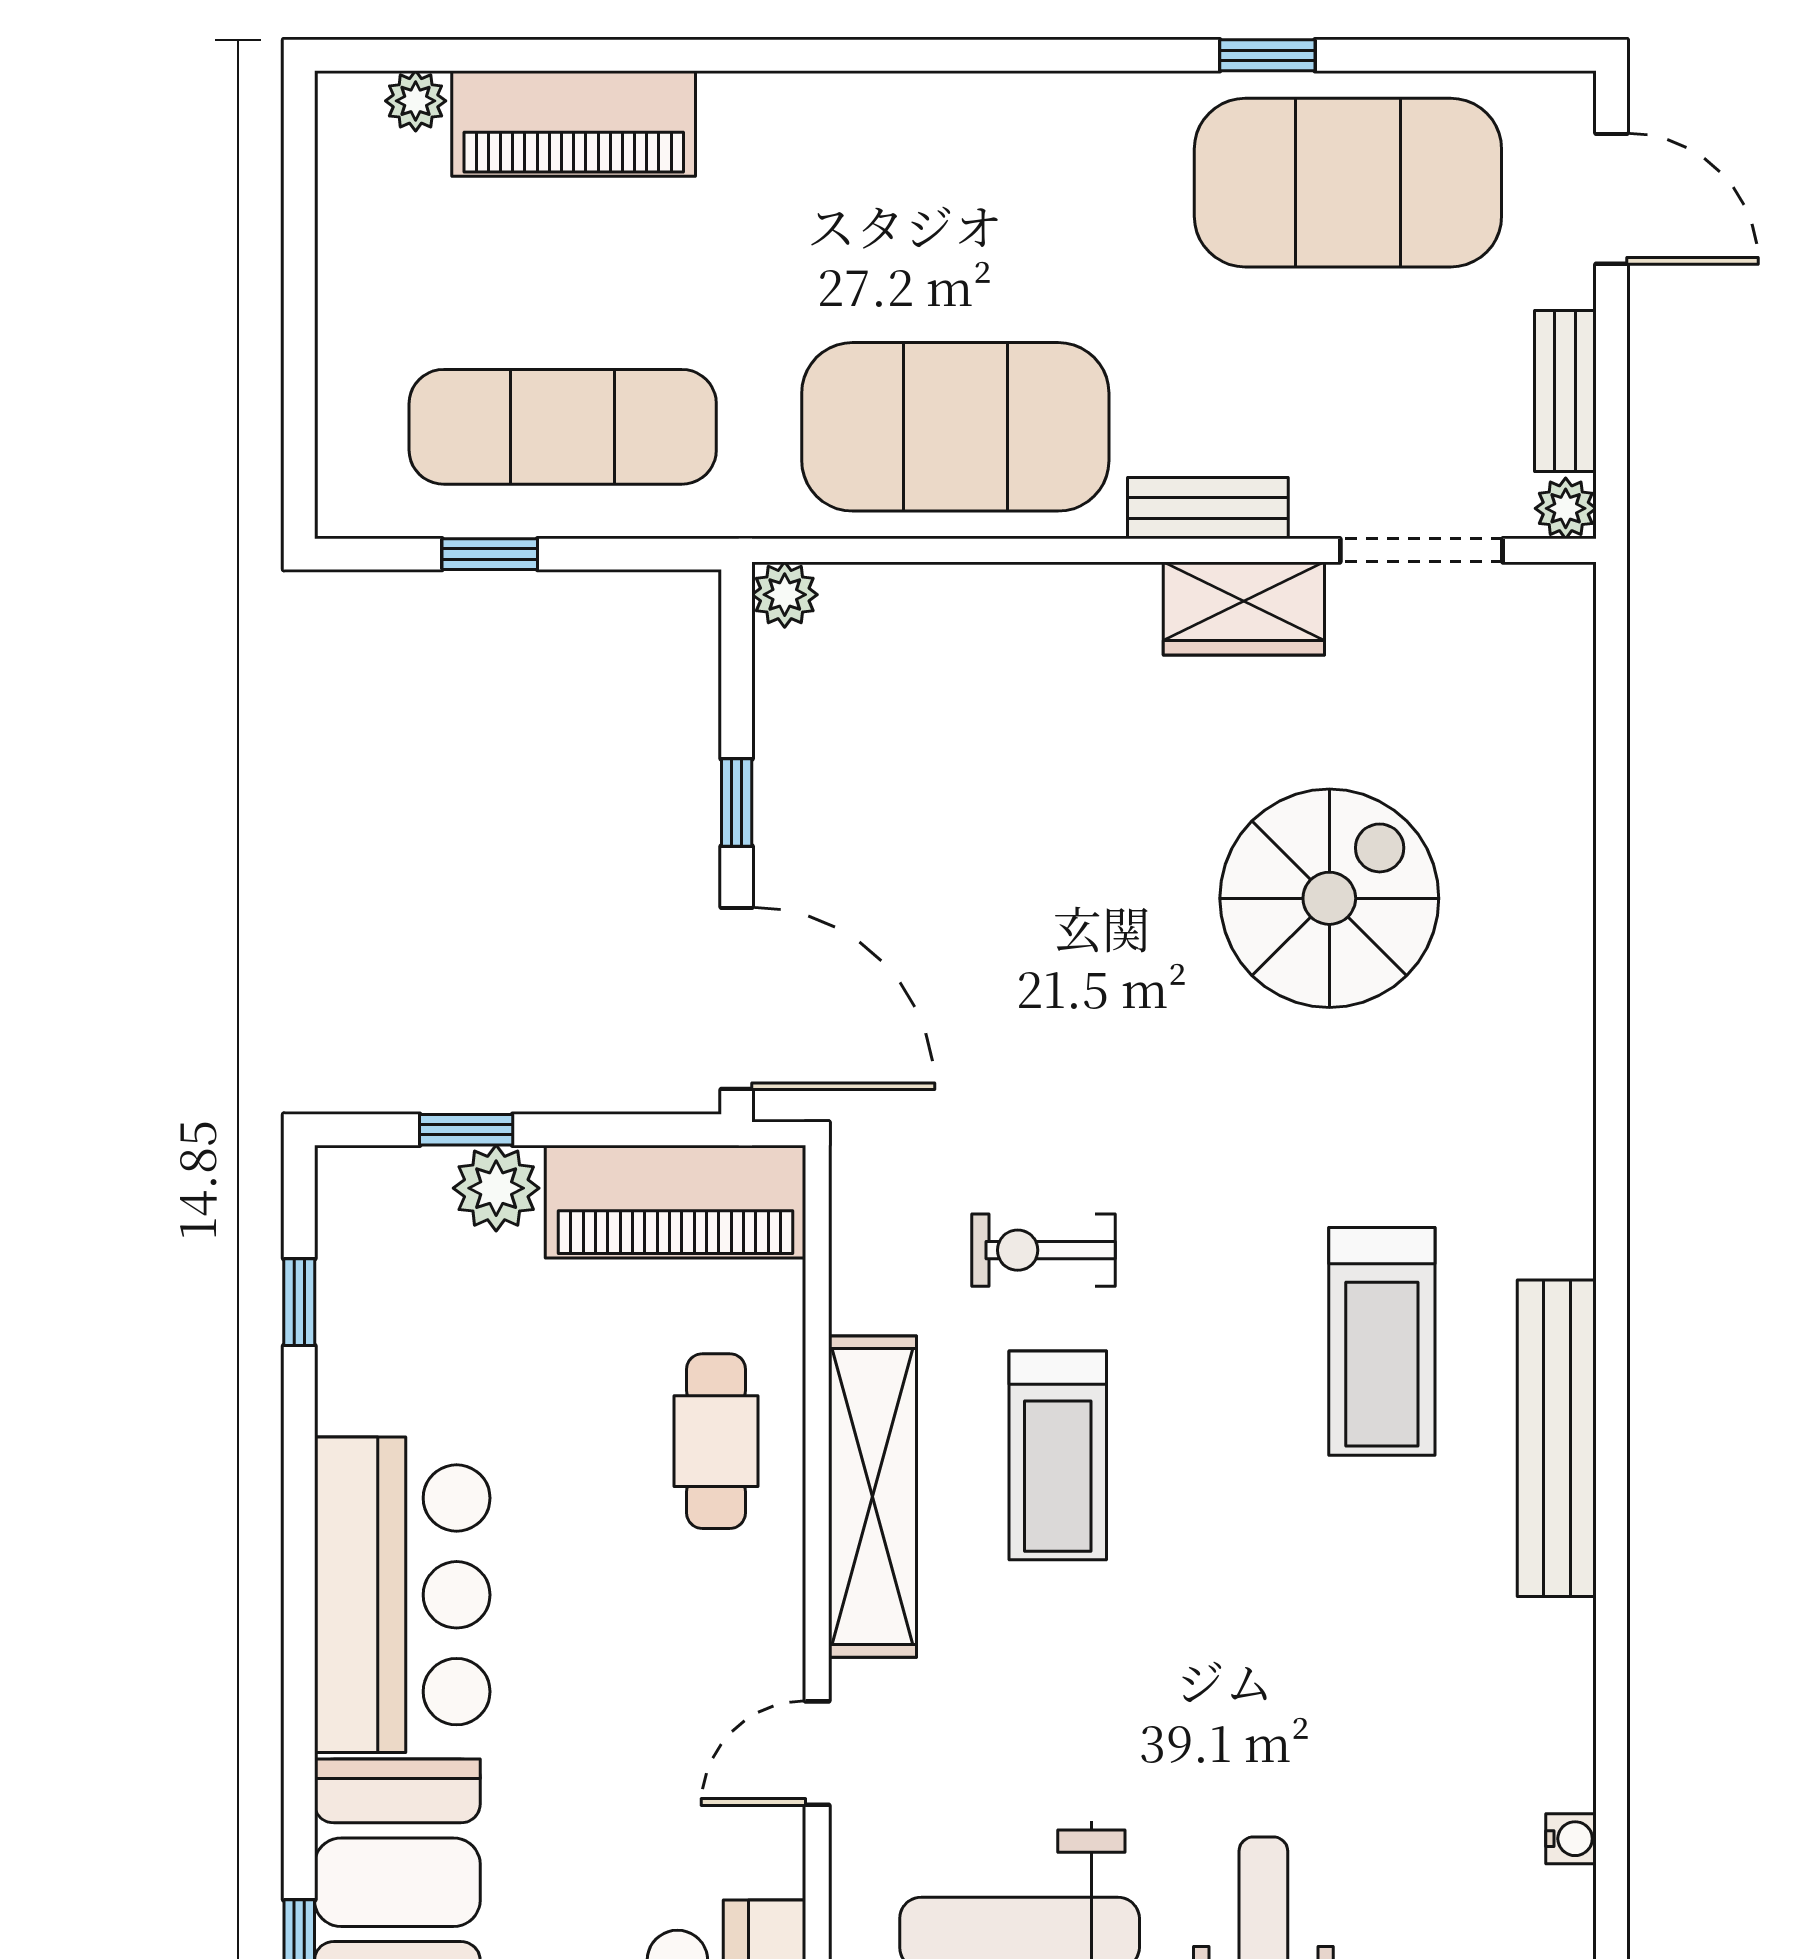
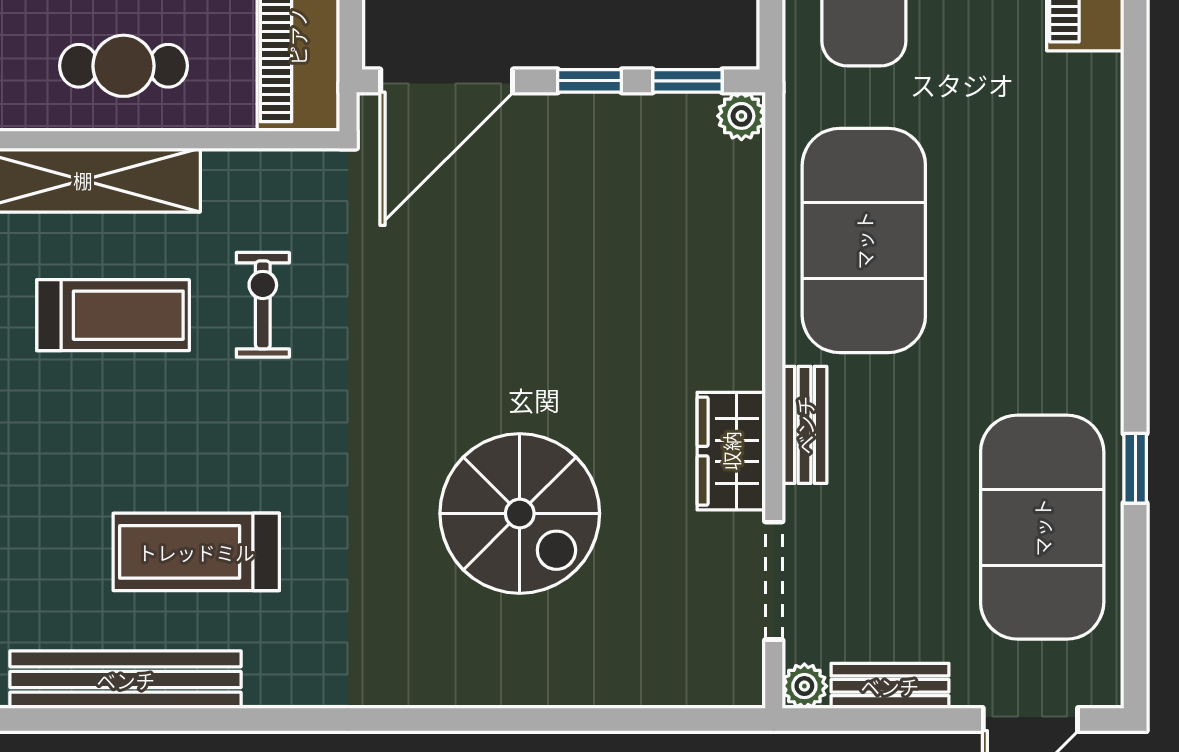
window: (737, 669) -> (687, 81), added
treadmill: (1058, 1455) -> (113, 315), turned 180

